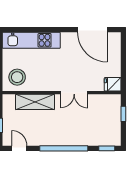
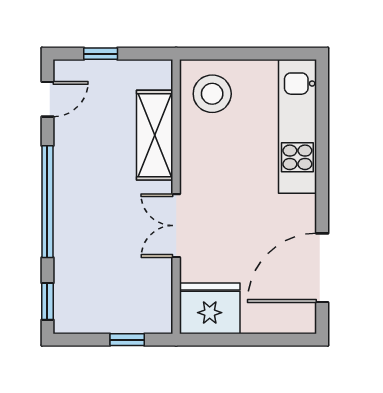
fridge: (113, 84) -> (210, 308), width x1.88, depth x1.34

